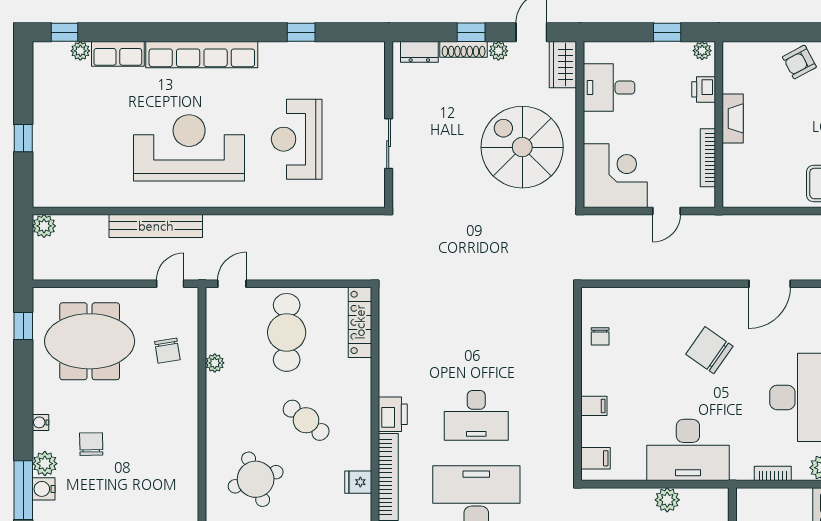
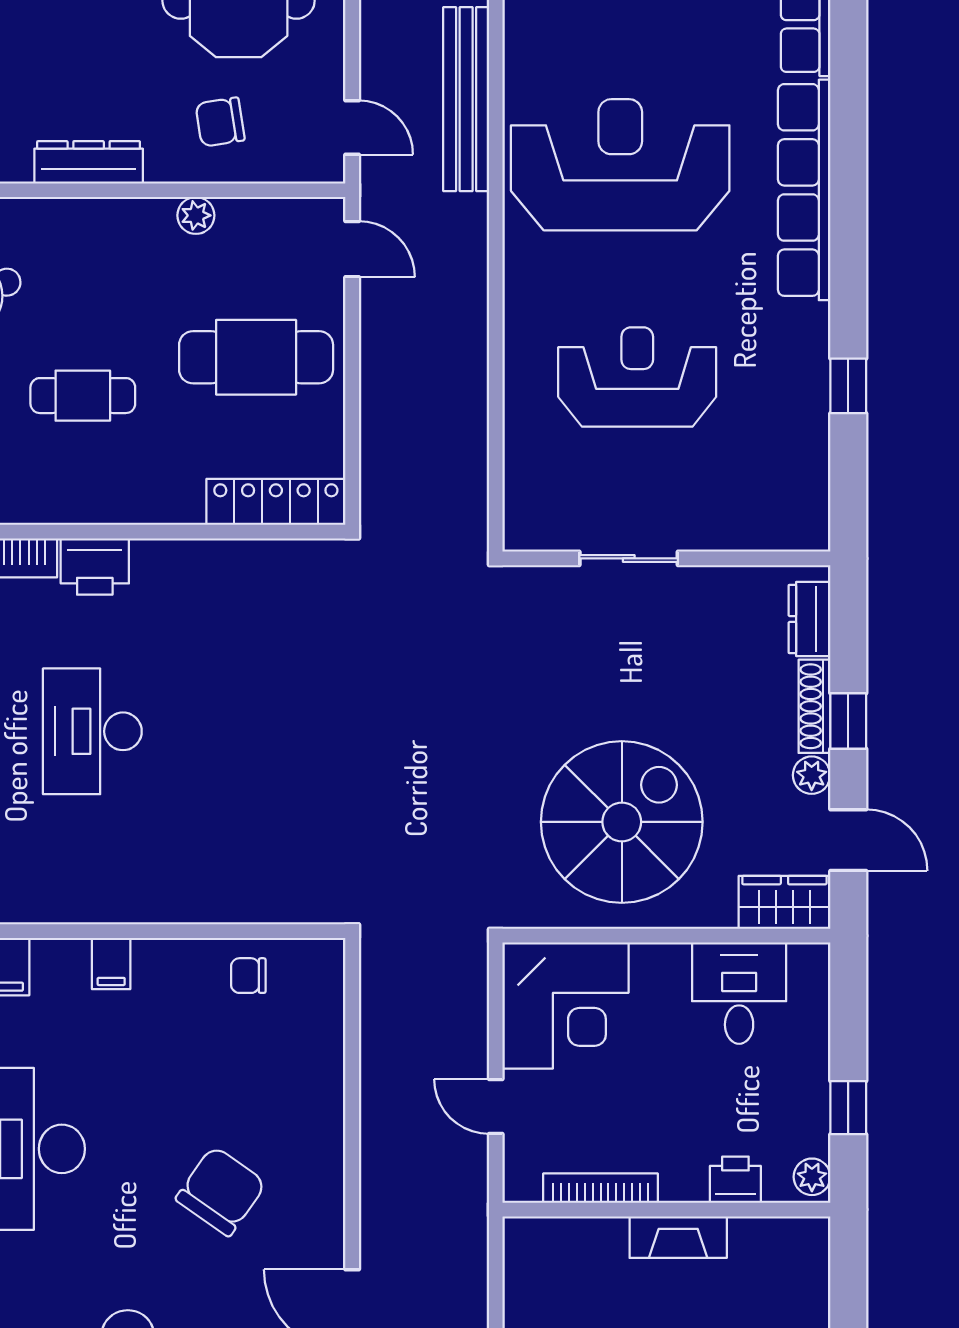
reception desk: (189, 148) -> (620, 165), turned -90
dresser: (188, 417) -> (89, 162), added
cafe table: (306, 420) -> (83, 396), turned 51

